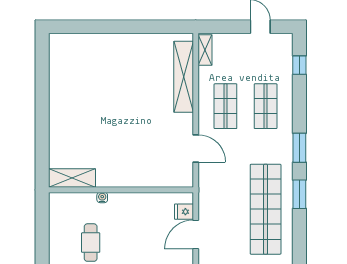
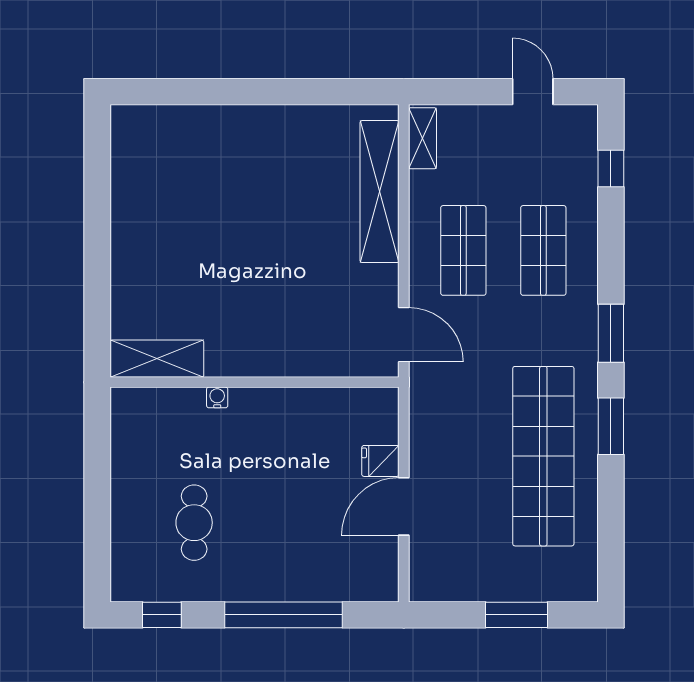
shelving: (72, 178) -> (157, 359), moved
wall: (121, 190) -> (255, 382), moved
water cooler: (102, 198) -> (217, 397), moved

